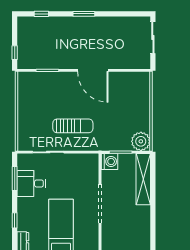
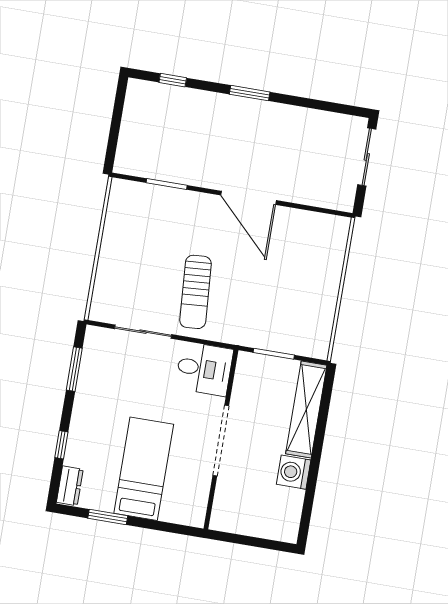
window: (15, 53) -> (113, 142), removed
sun lounger: (73, 126) -> (196, 292), turned 86
plant: (141, 141) -> (313, 341), removed
washing machine: (109, 162) -> (294, 472), moved, turned 180
desk: (31, 183) -> (204, 369), moved, turned 180

